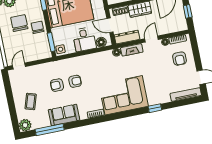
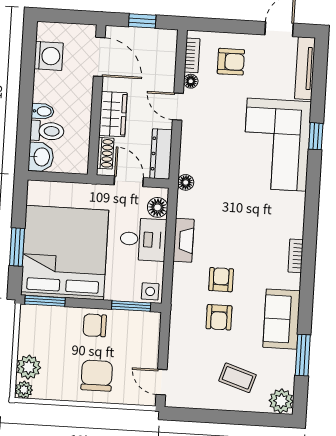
chair: (19, 23) -> (97, 376), moved, turned 90
door: (110, 25) -> (129, 181), swing flipped
fireplace: (132, 50) -> (184, 240), moved
corner sofa: (124, 95) -> (277, 145), moved
window: (50, 130) -> (303, 355), width x0.69

